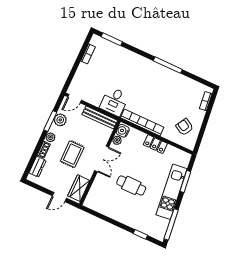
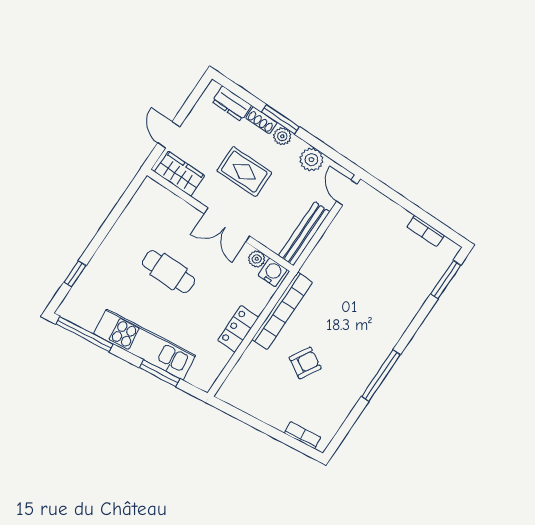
desk: (114, 101) -> (330, 265), removed
window: (50, 121) -> (280, 119), moved
armchair: (184, 127) -> (305, 363), moved
cafe table: (131, 185) -> (169, 272), turned 90

